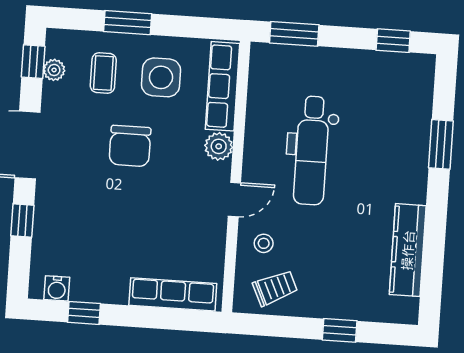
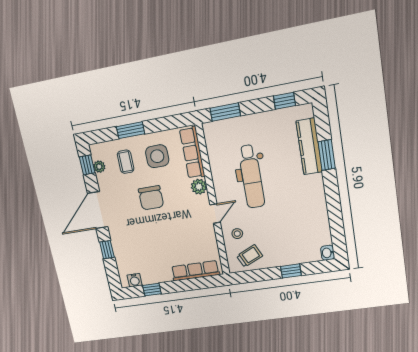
kitchen counter: (408, 250) -> (309, 146), moved
washbasin: (408, 311) -> (328, 253), added

